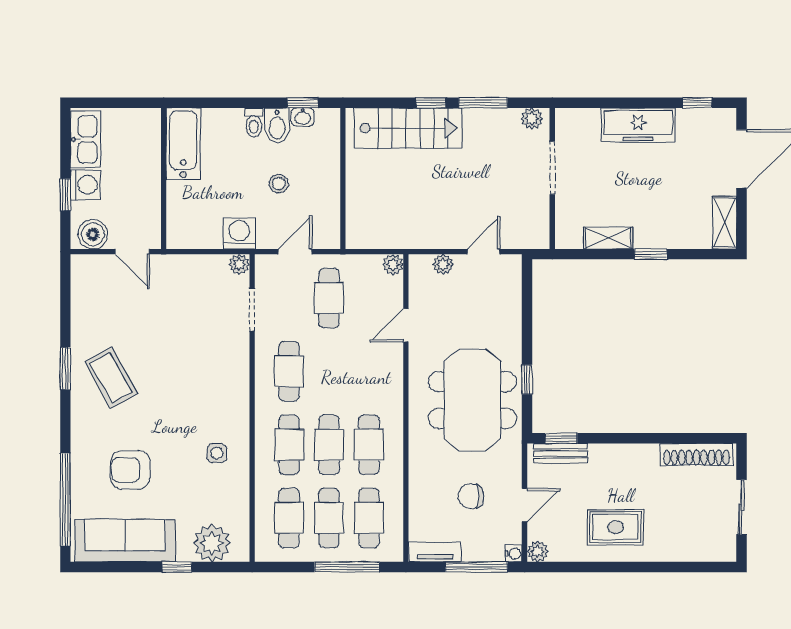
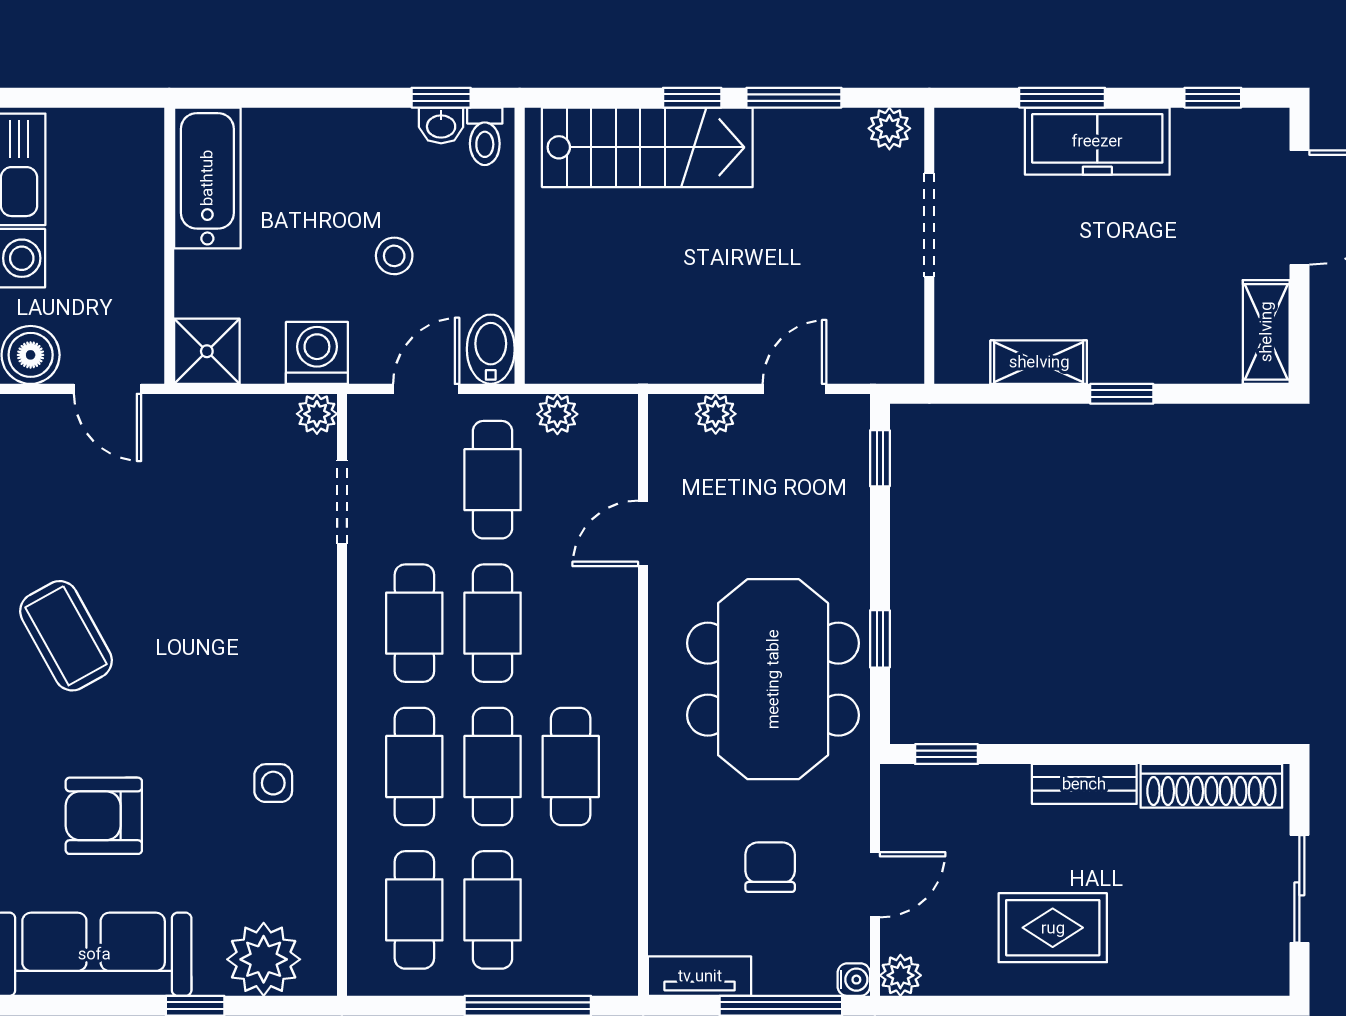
window: (620, 103) -> (1062, 98), added
toilet: (254, 122) -> (485, 136), moved
bidet: (277, 126) -> (491, 349), moved, turned 180
shower: (183, 232) -> (207, 351), added
plant: (393, 264) -> (557, 414), moved
window: (527, 287) -> (880, 458), added
bench: (561, 454) -> (1084, 784), moved
chair: (471, 496) -> (770, 867), turned 90
cafe table: (369, 518) -> (493, 623), moved

